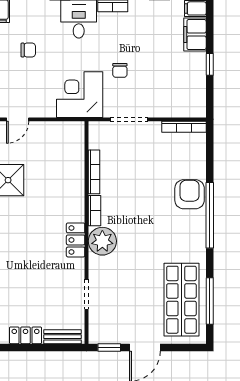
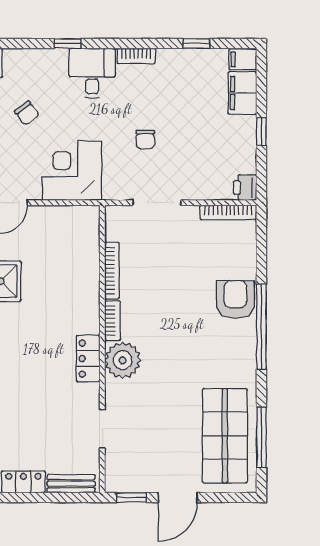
chair: (28, 50) -> (27, 113), turned 53
corner desk: (80, 95) -> (72, 171), moved
printer: (197, 108) -> (245, 188), added

